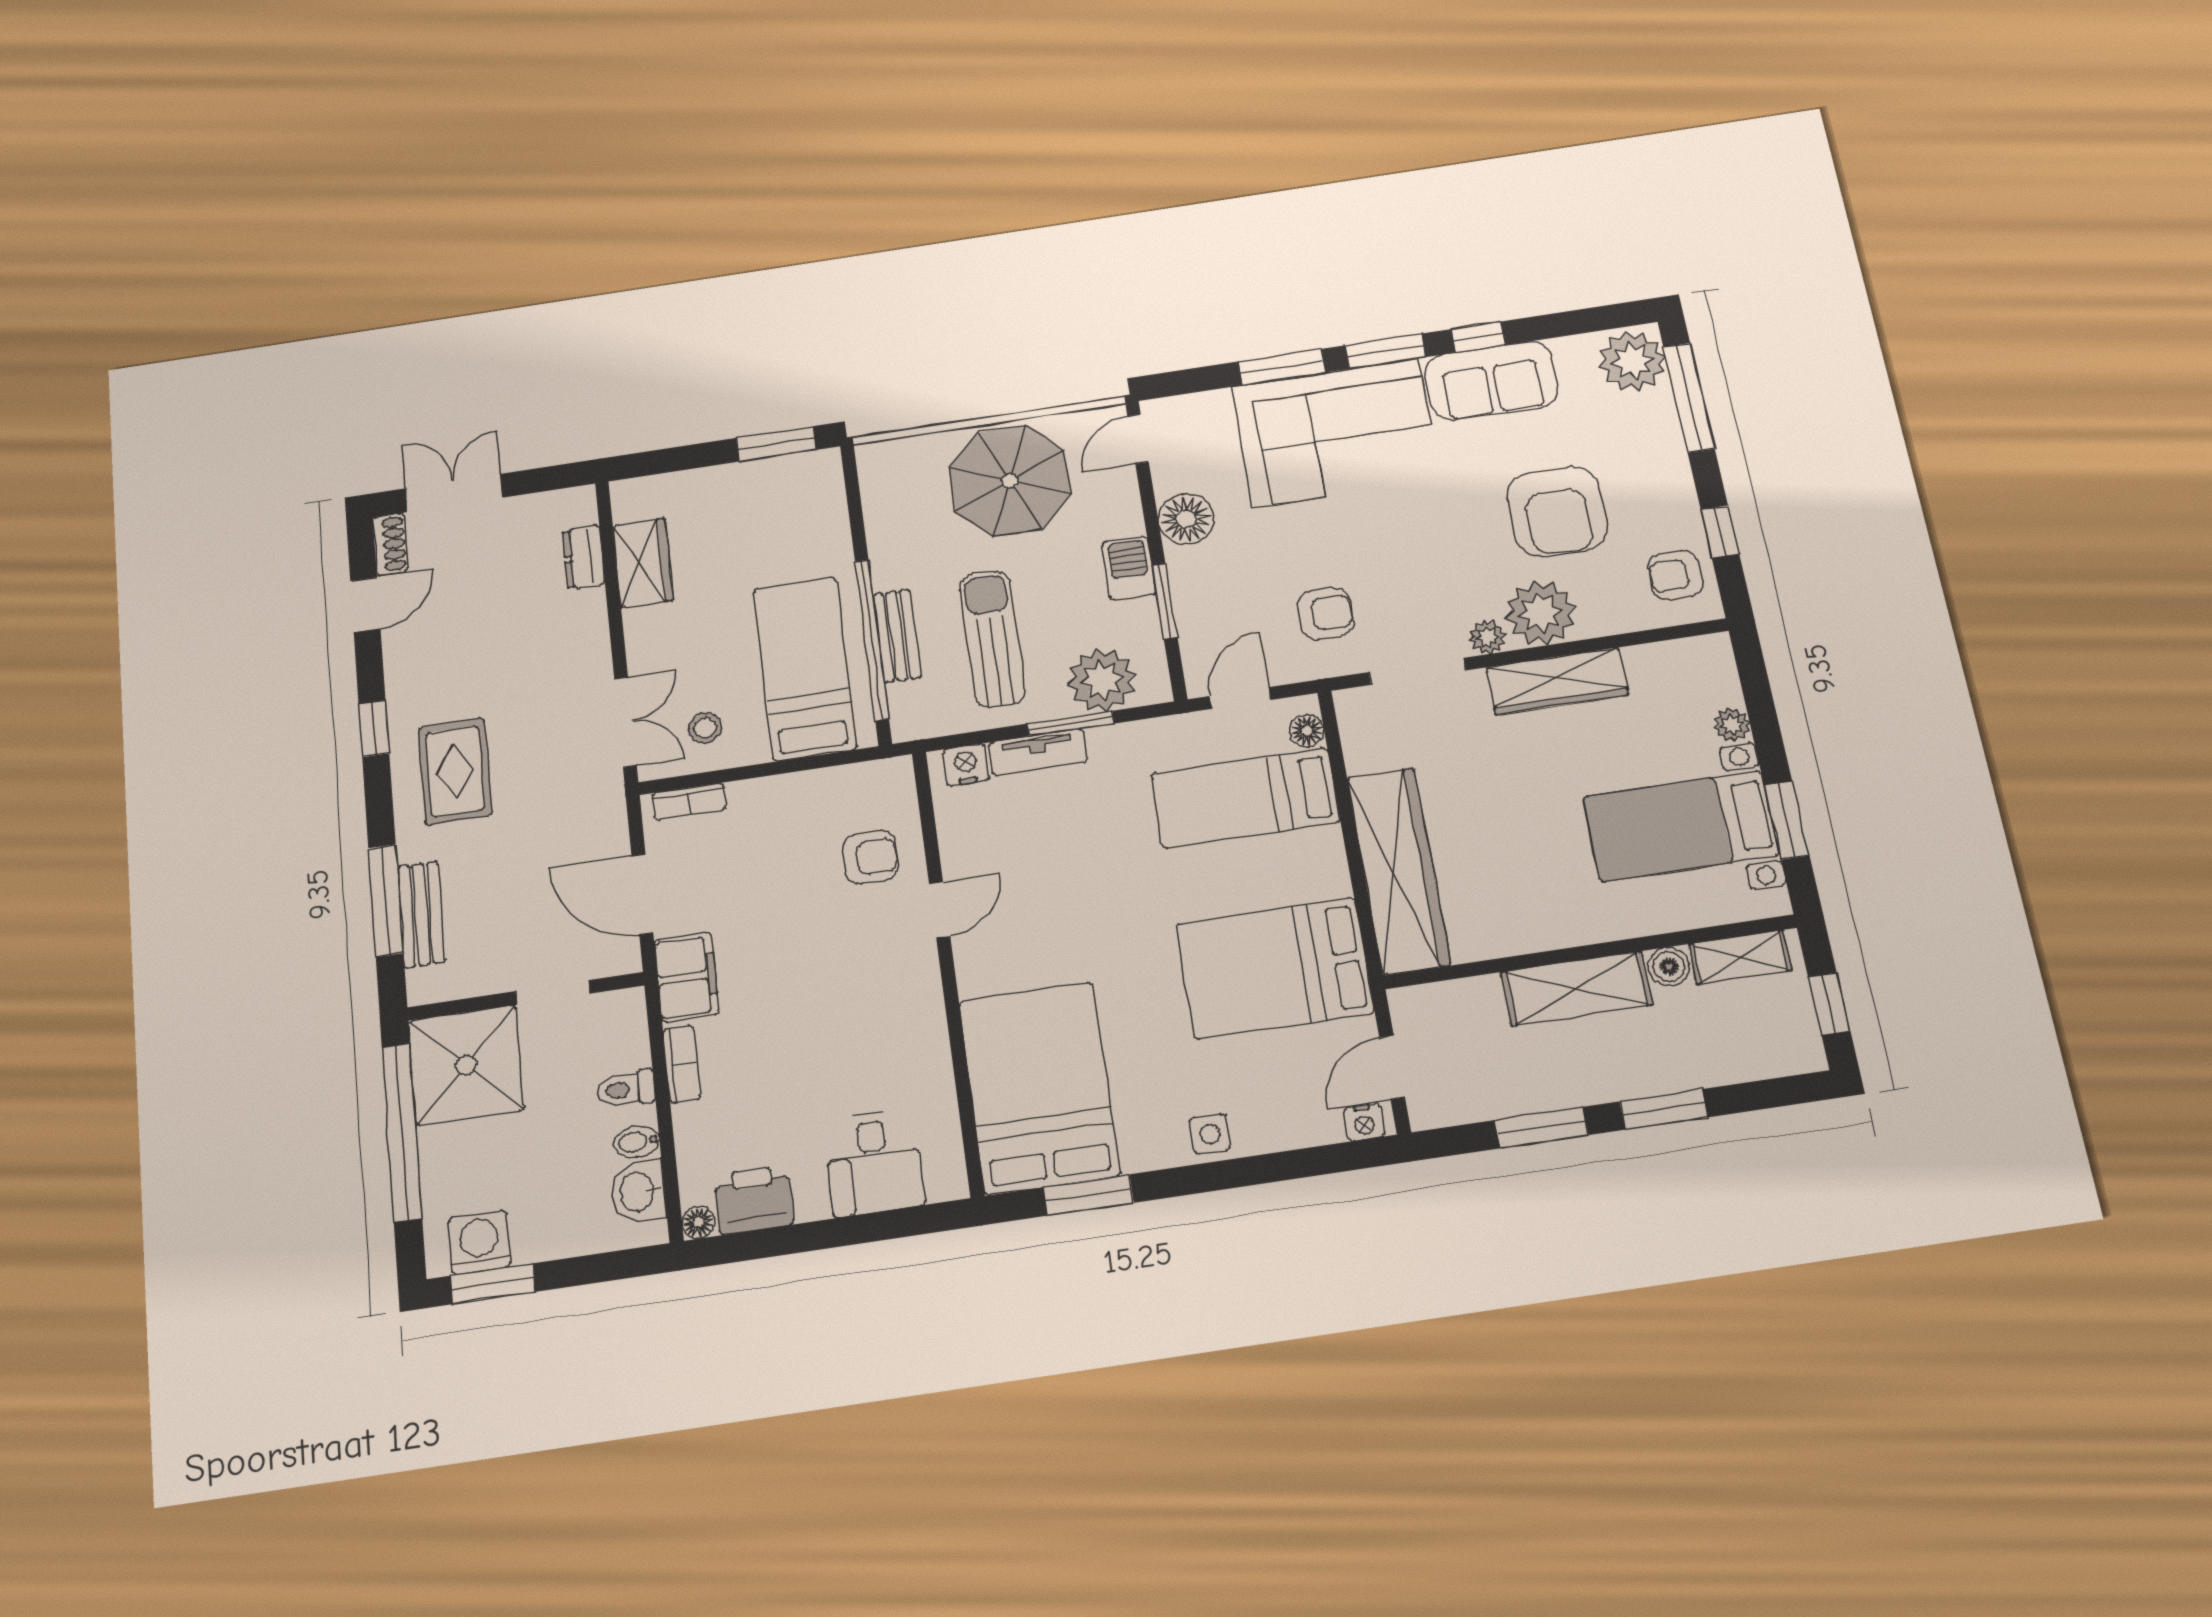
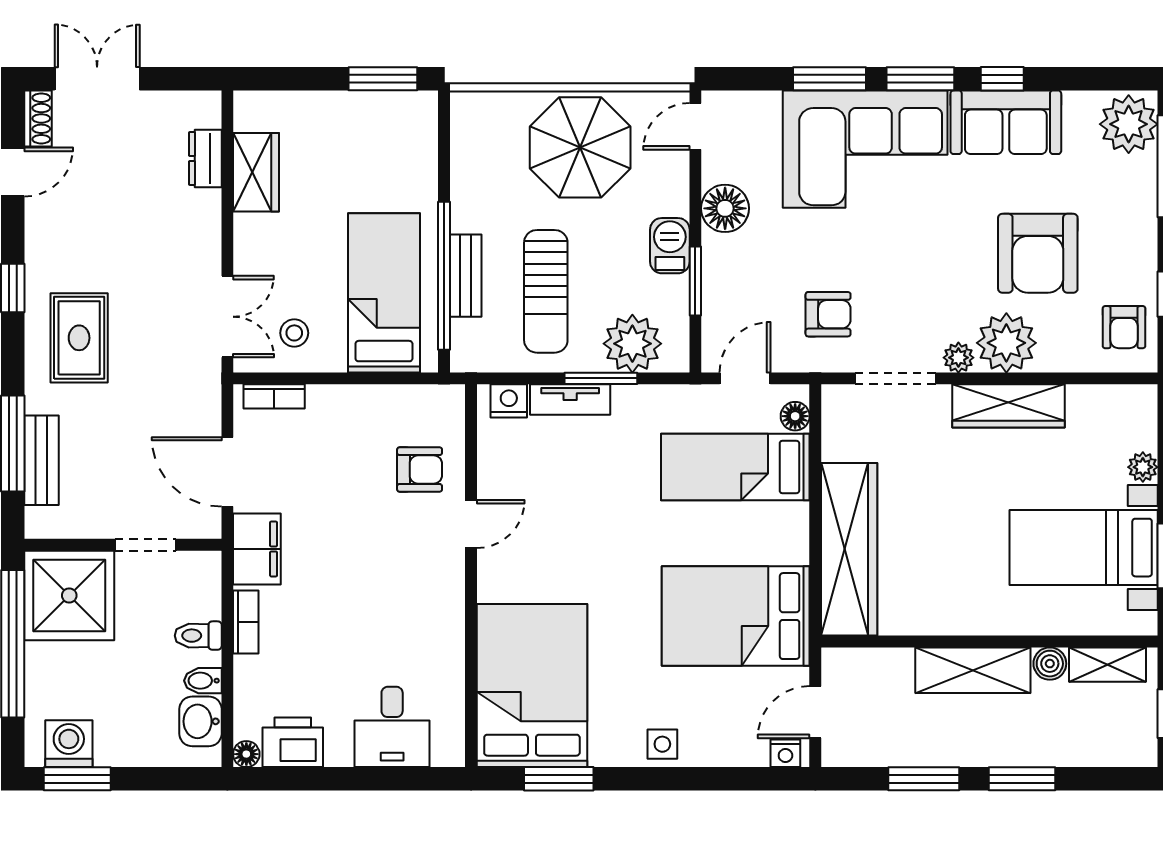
armchair: (1675, 575) -> (1124, 327), turned -90
sun lounger: (992, 639) -> (546, 291), turned 180

